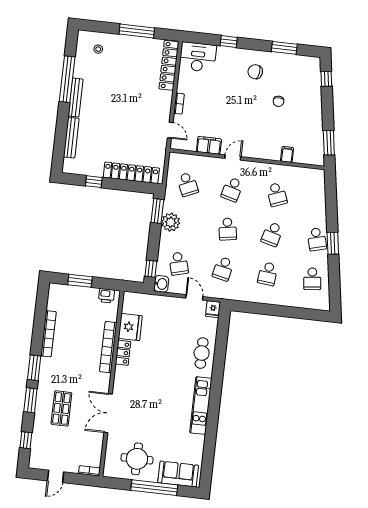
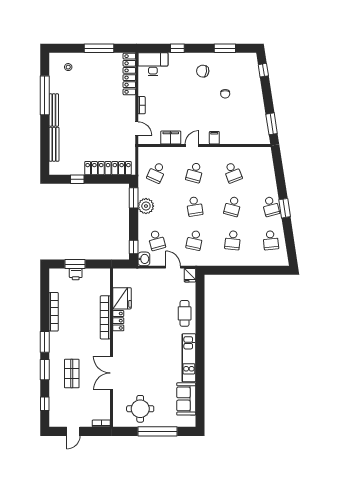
filing cabinet: (287, 154) -> (214, 138), moved
school desk: (188, 184) -> (157, 172), turned 48
printer: (106, 296) -> (76, 274), moved
sofa: (178, 474) -> (186, 399), moved, turned -90

